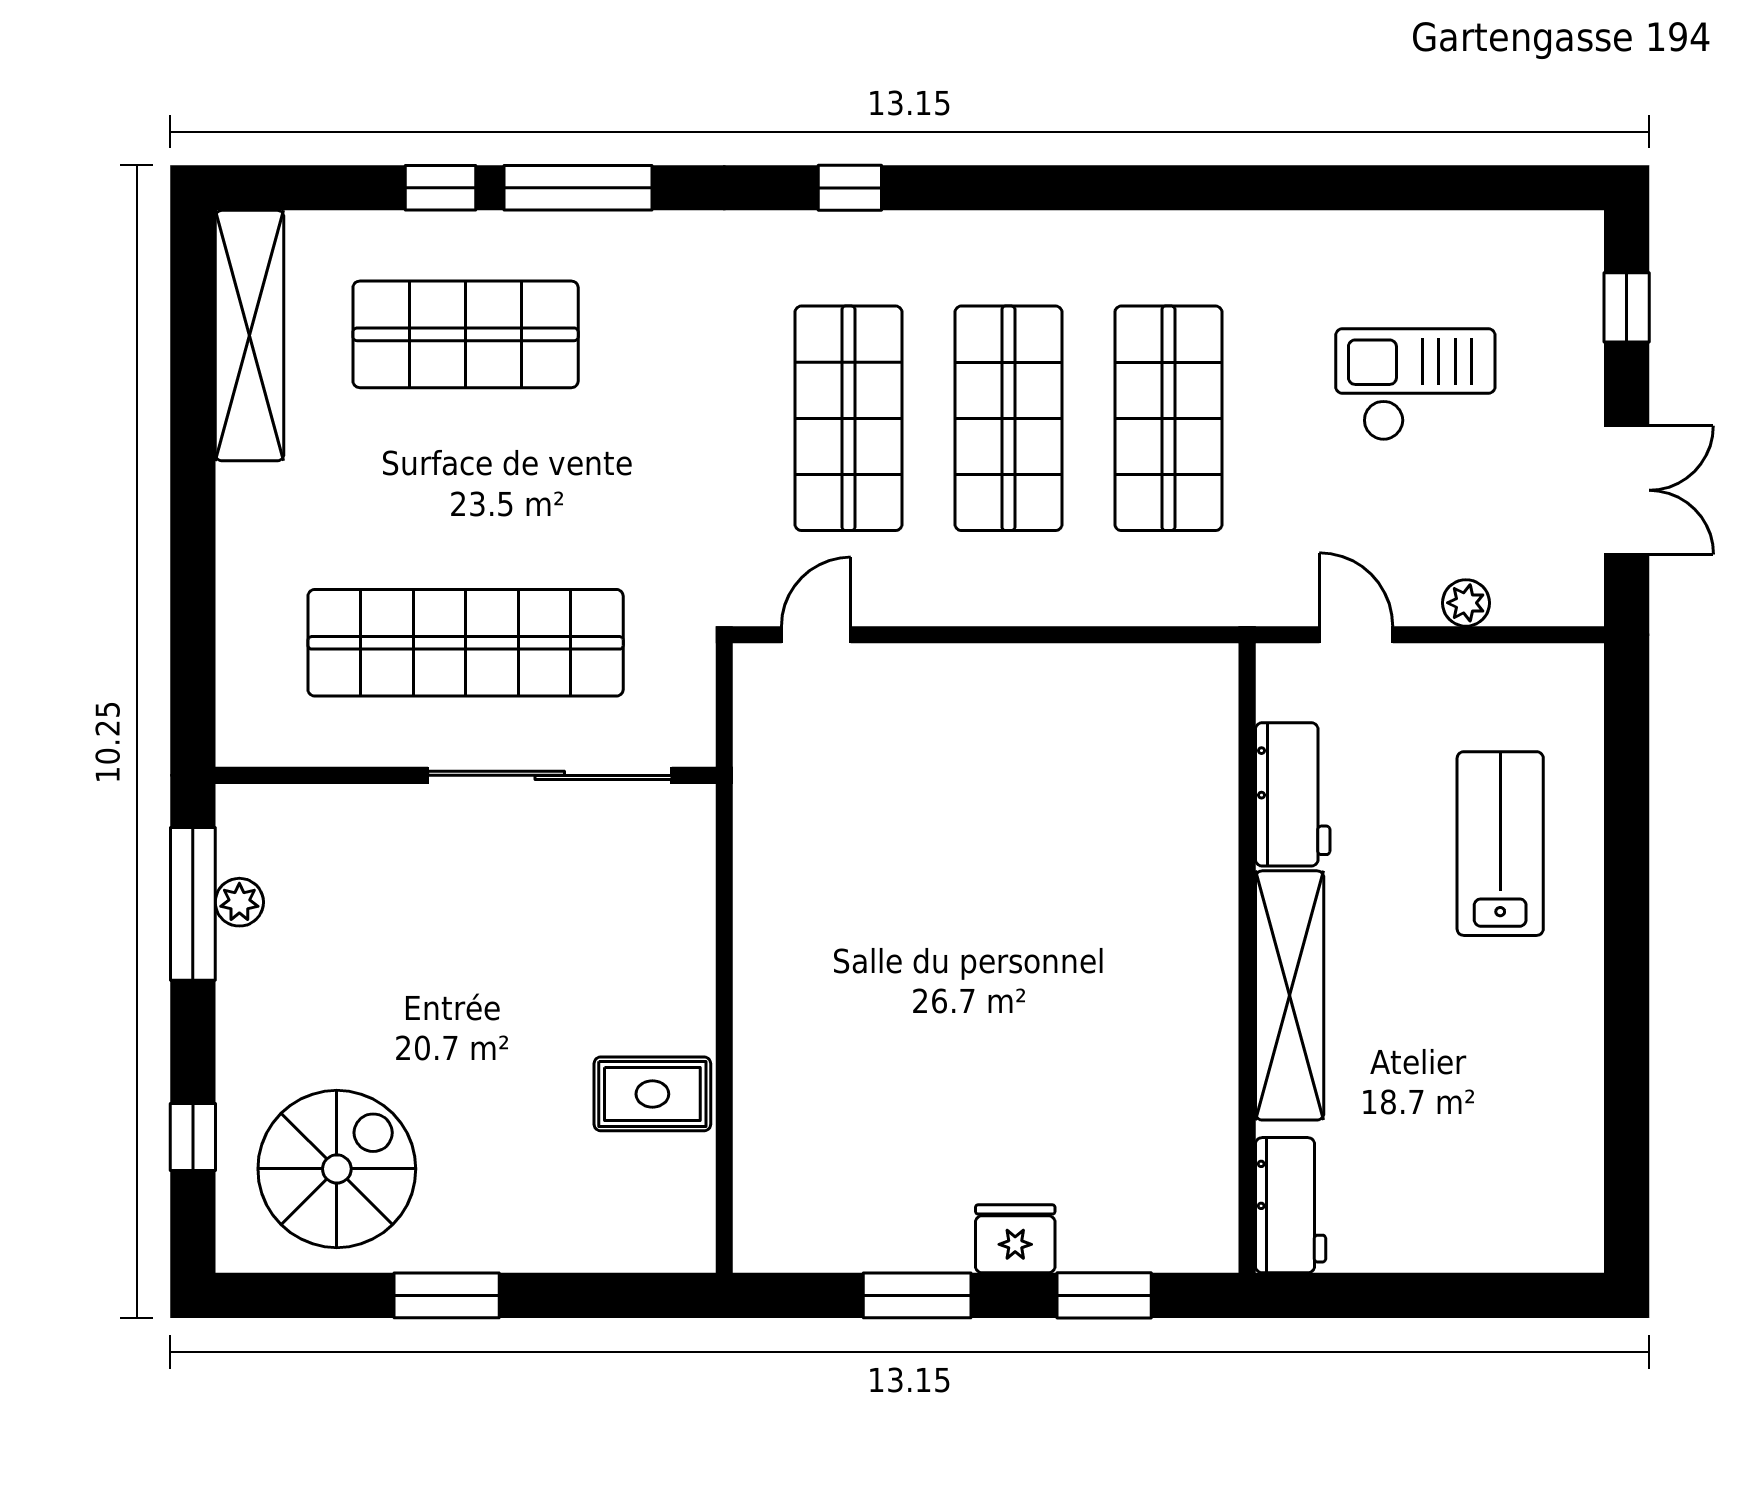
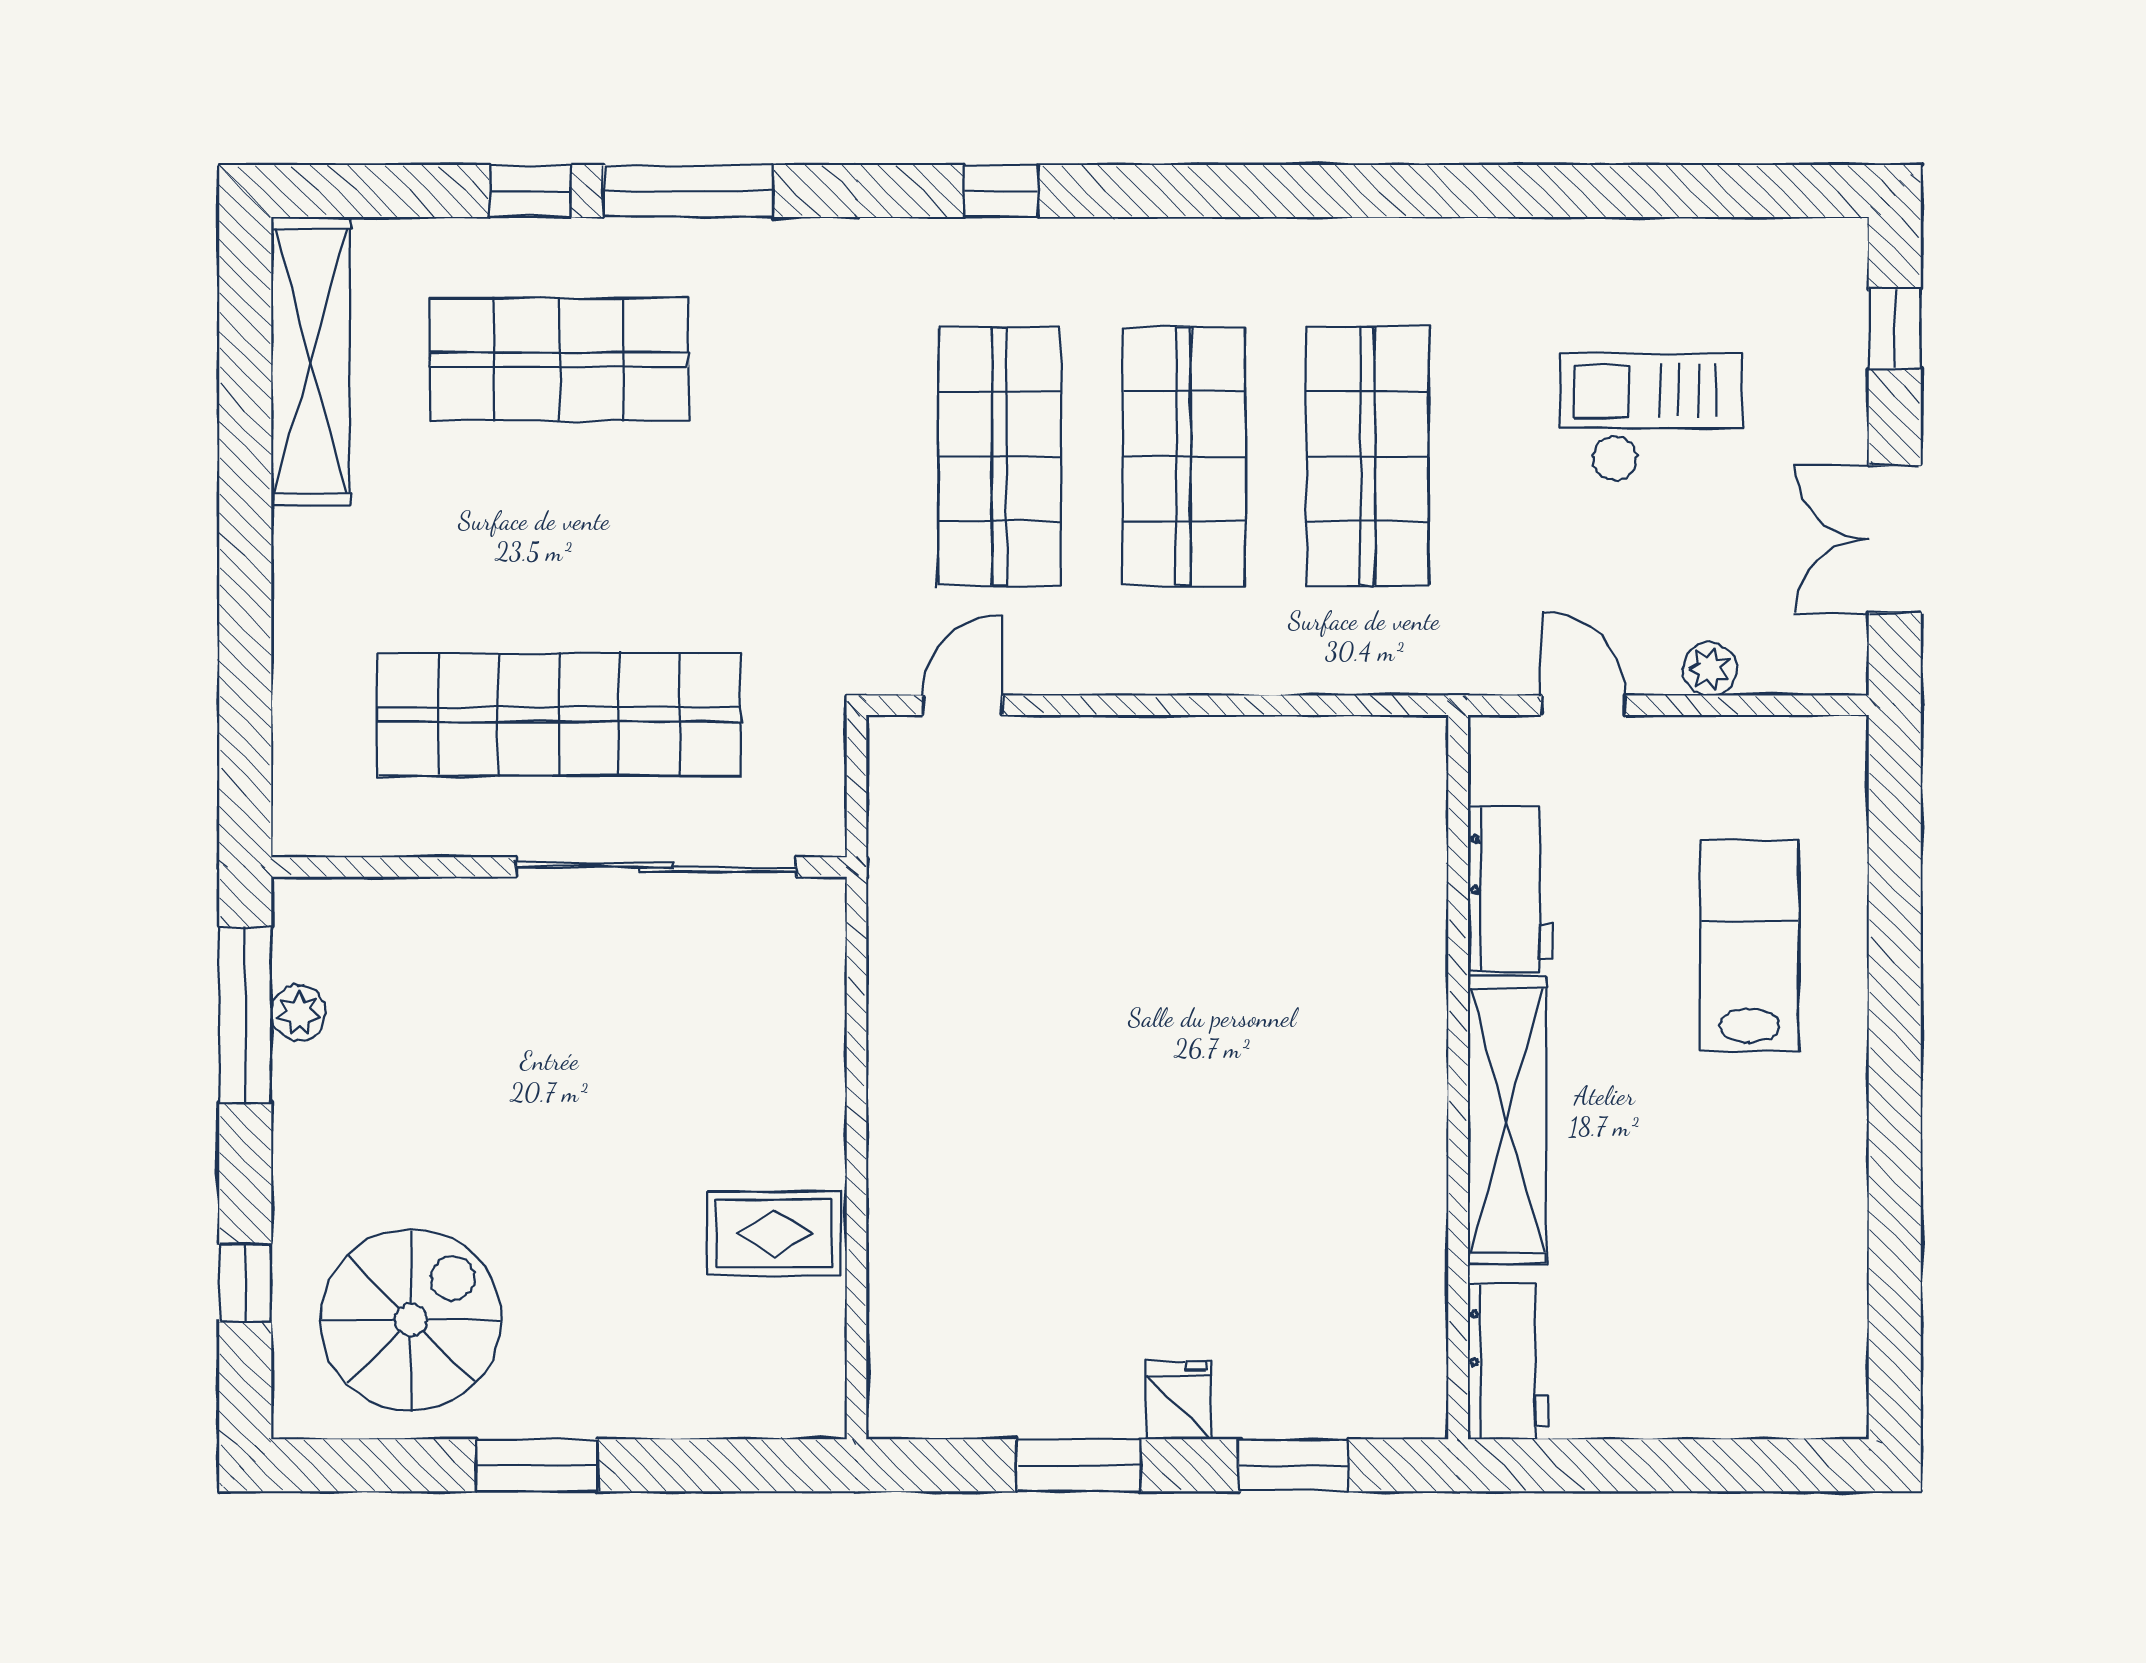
double door: (1627, 490) -> (1895, 539), swing flipped
fridge: (1015, 1239) -> (1179, 1400), width x0.72

